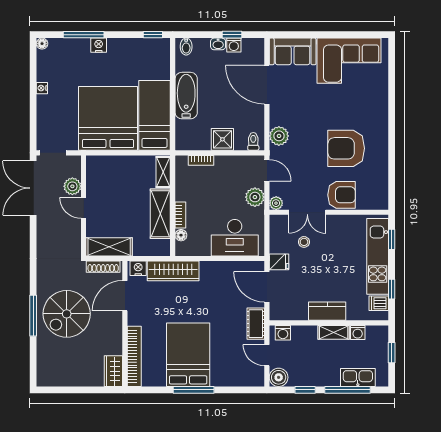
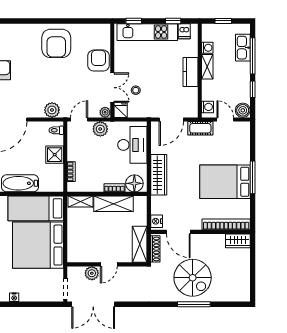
armchair: (346, 148) -> (56, 43), moved
floor lamp: (181, 235) -> (134, 183), width x1.89, depth x1.89
fridge: (279, 262) -> (121, 110), moved
wardrobe: (173, 271) -> (159, 175), moved
door: (267, 355) -> (225, 120), swing flipped

